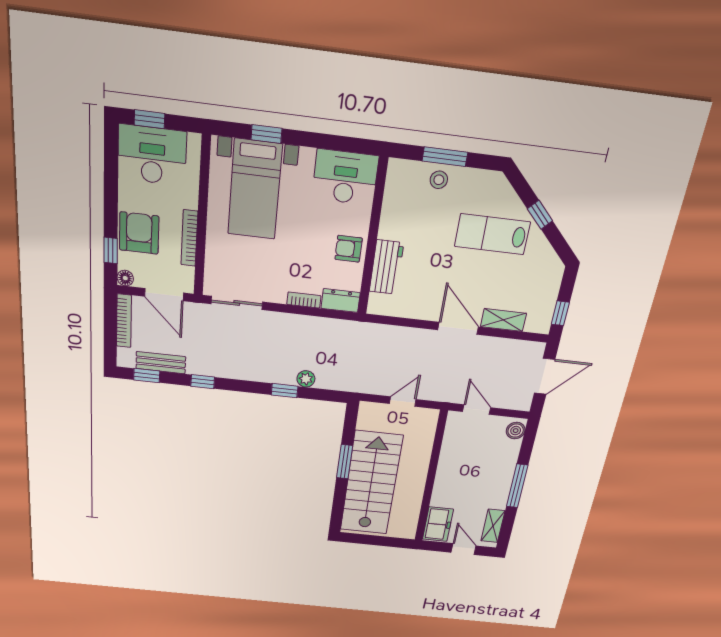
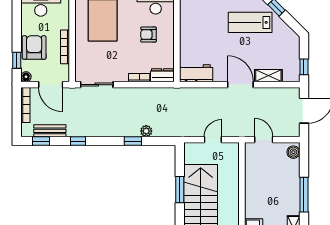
armchair: (349, 249) -> (148, 35), moved
workbench: (386, 267) -> (196, 73), moved, turned -90

